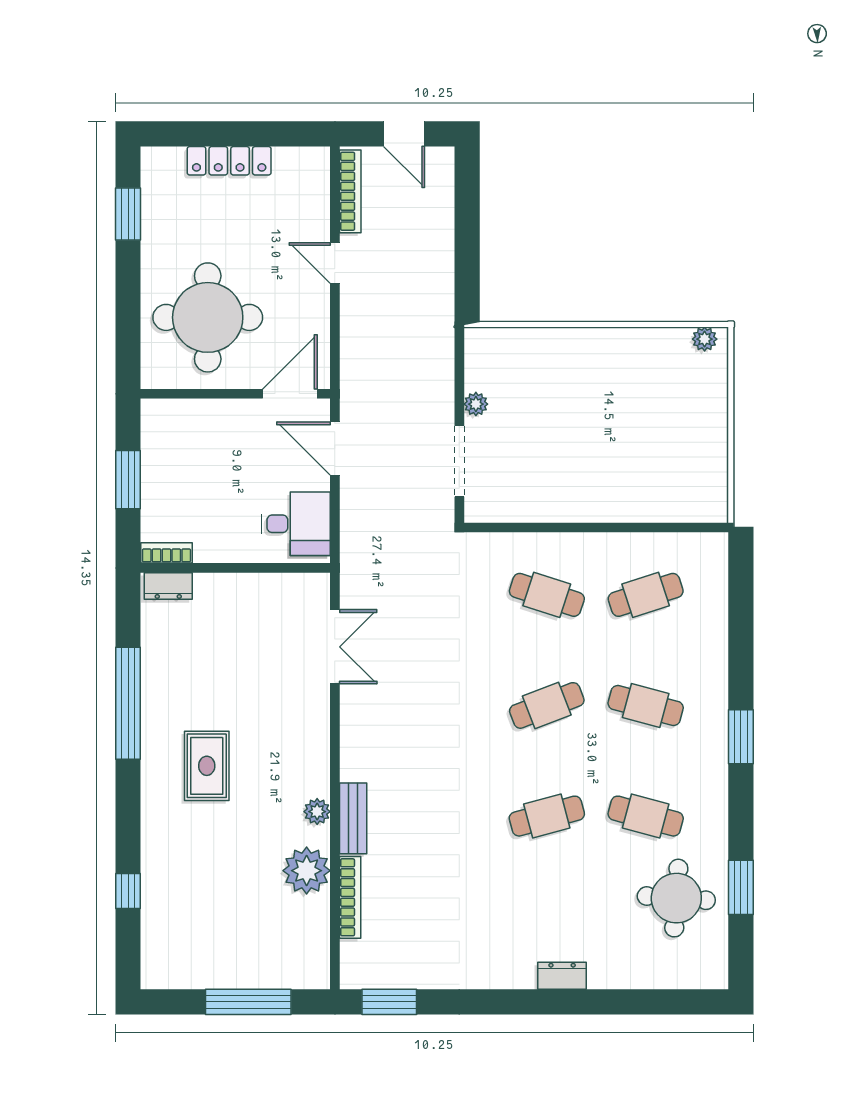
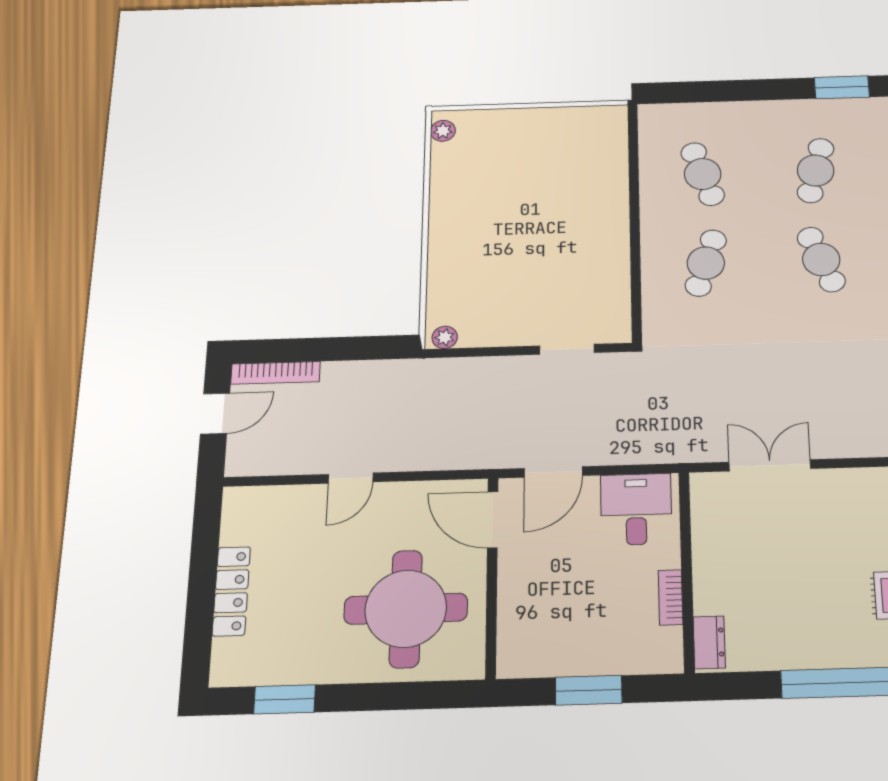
bookcase: (350, 191) -> (276, 373), moved, turned 180
plant: (476, 404) -> (445, 337), moved
doorway: (459, 461) -> (567, 349), width x0.73
bookcase: (166, 553) -> (671, 597), moved

